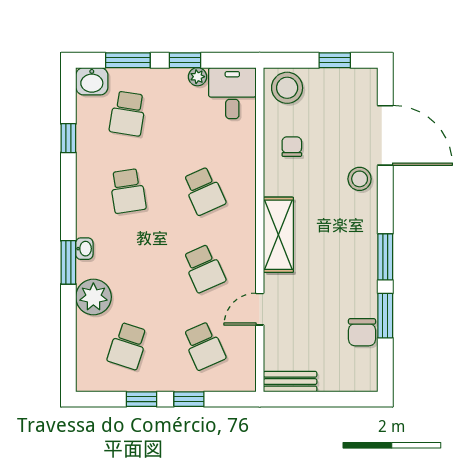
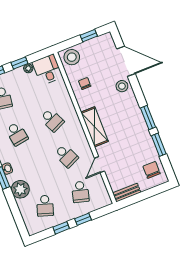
chair: (362, 332) -> (152, 170), moved, turned 180
school desk: (204, 346) -> (80, 192), turned 39

